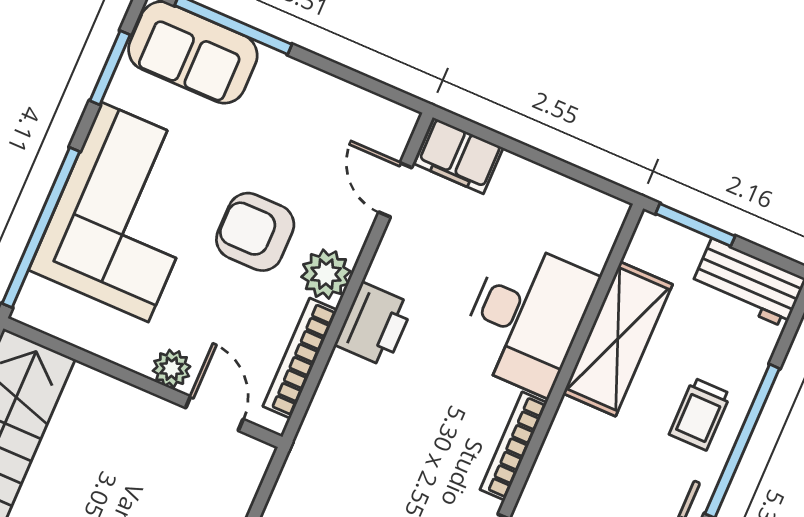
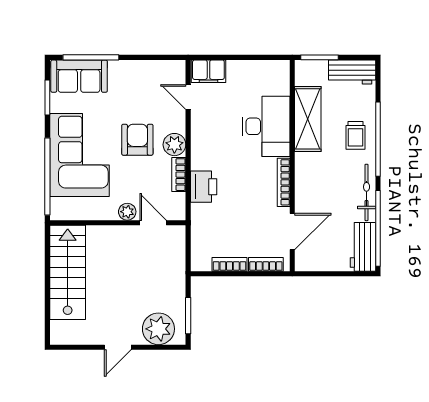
armchair: (255, 232) -> (137, 140), turned 90
printer: (374, 325) -> (204, 187), moved
bookcase: (300, 358) -> (179, 175), width x0.64

